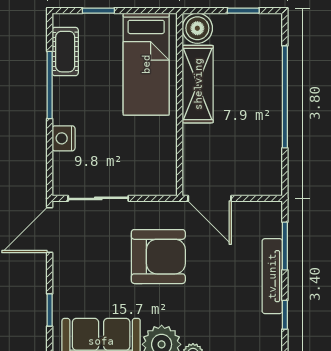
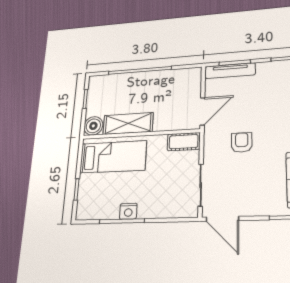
cot: (65, 52) -> (184, 142), moved
nightstand: (64, 138) -> (128, 211), moved
armchair: (158, 257) -> (242, 142), width x0.53, depth x0.53
tv unit: (272, 276) -> (230, 71), moved

